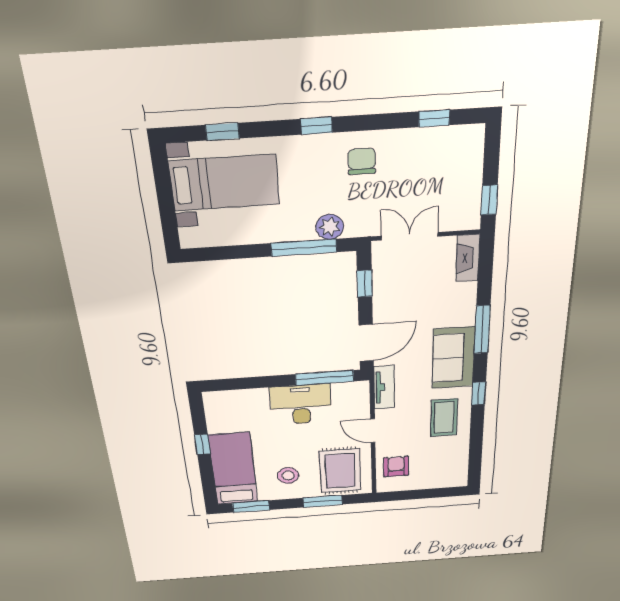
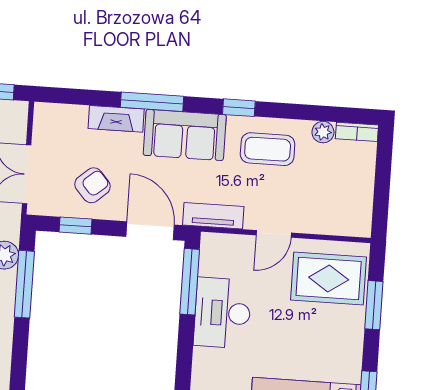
fireplace: (468, 258) -> (116, 119), moved
plant: (460, 452) -> (323, 132), added
armchair: (396, 467) -> (92, 185), moved, turned 139
bookcase: (461, 473) -> (357, 132), added
stool: (288, 475) -> (326, 342), removed

